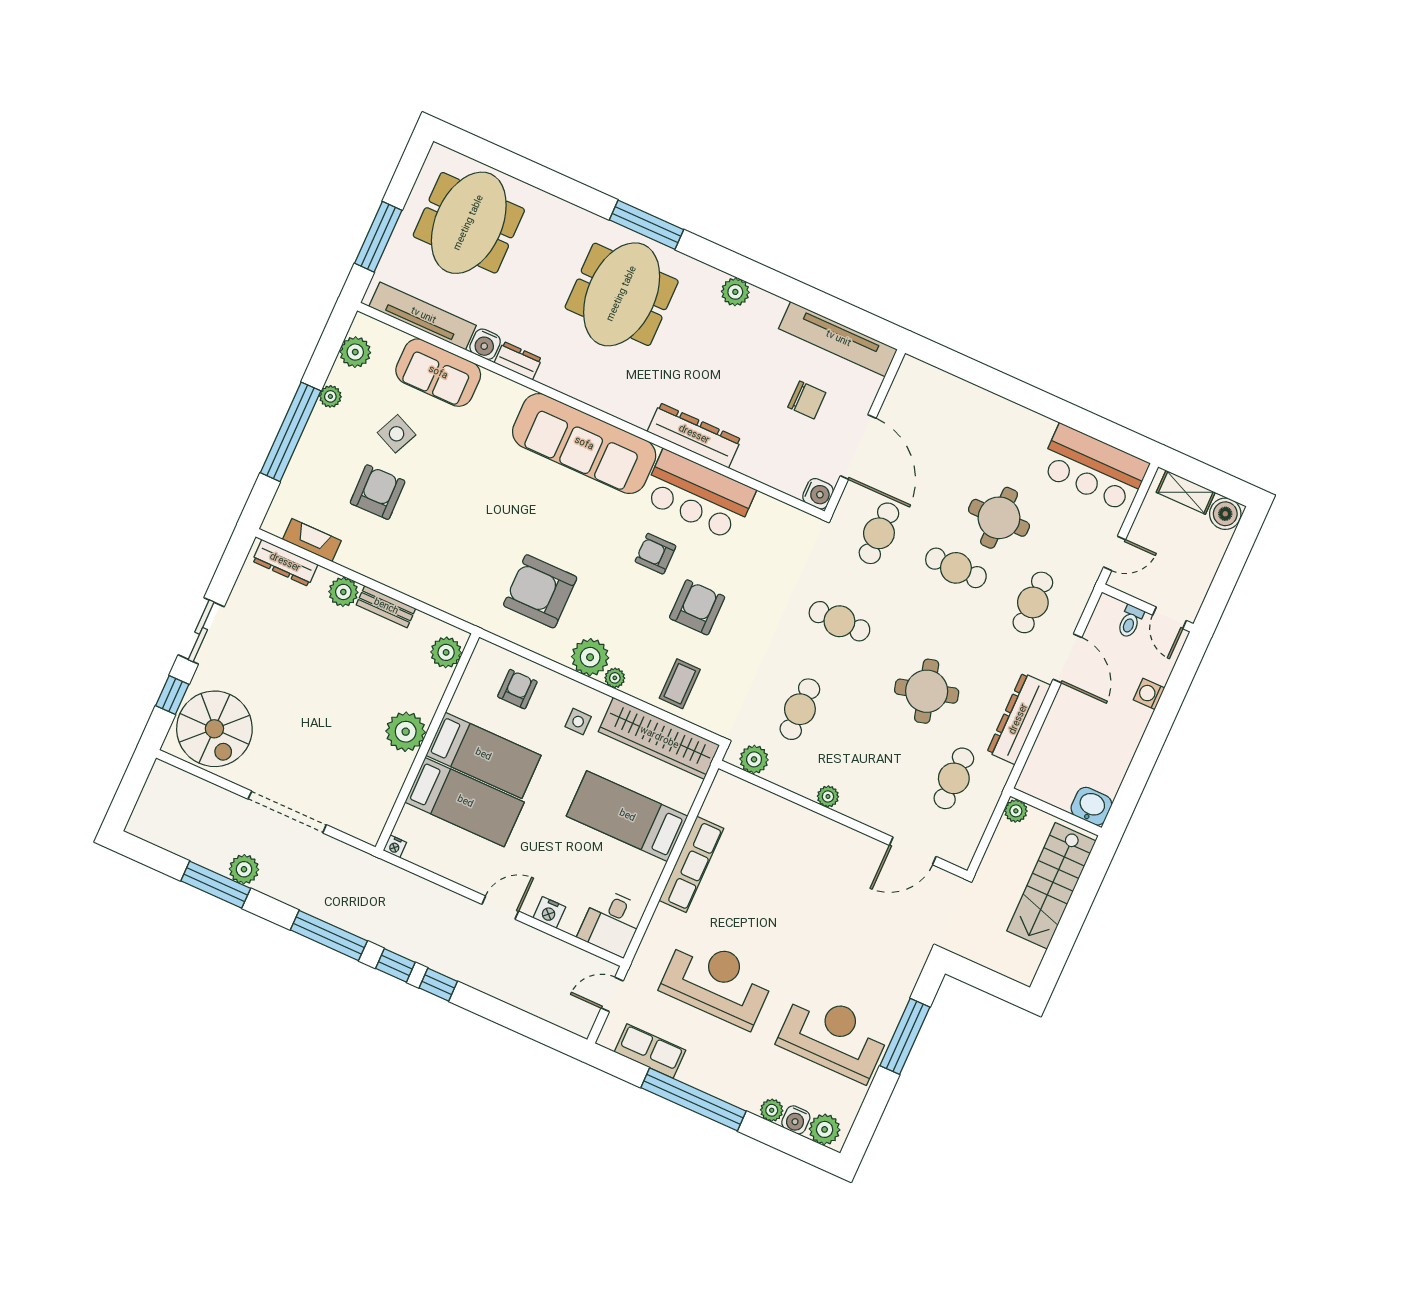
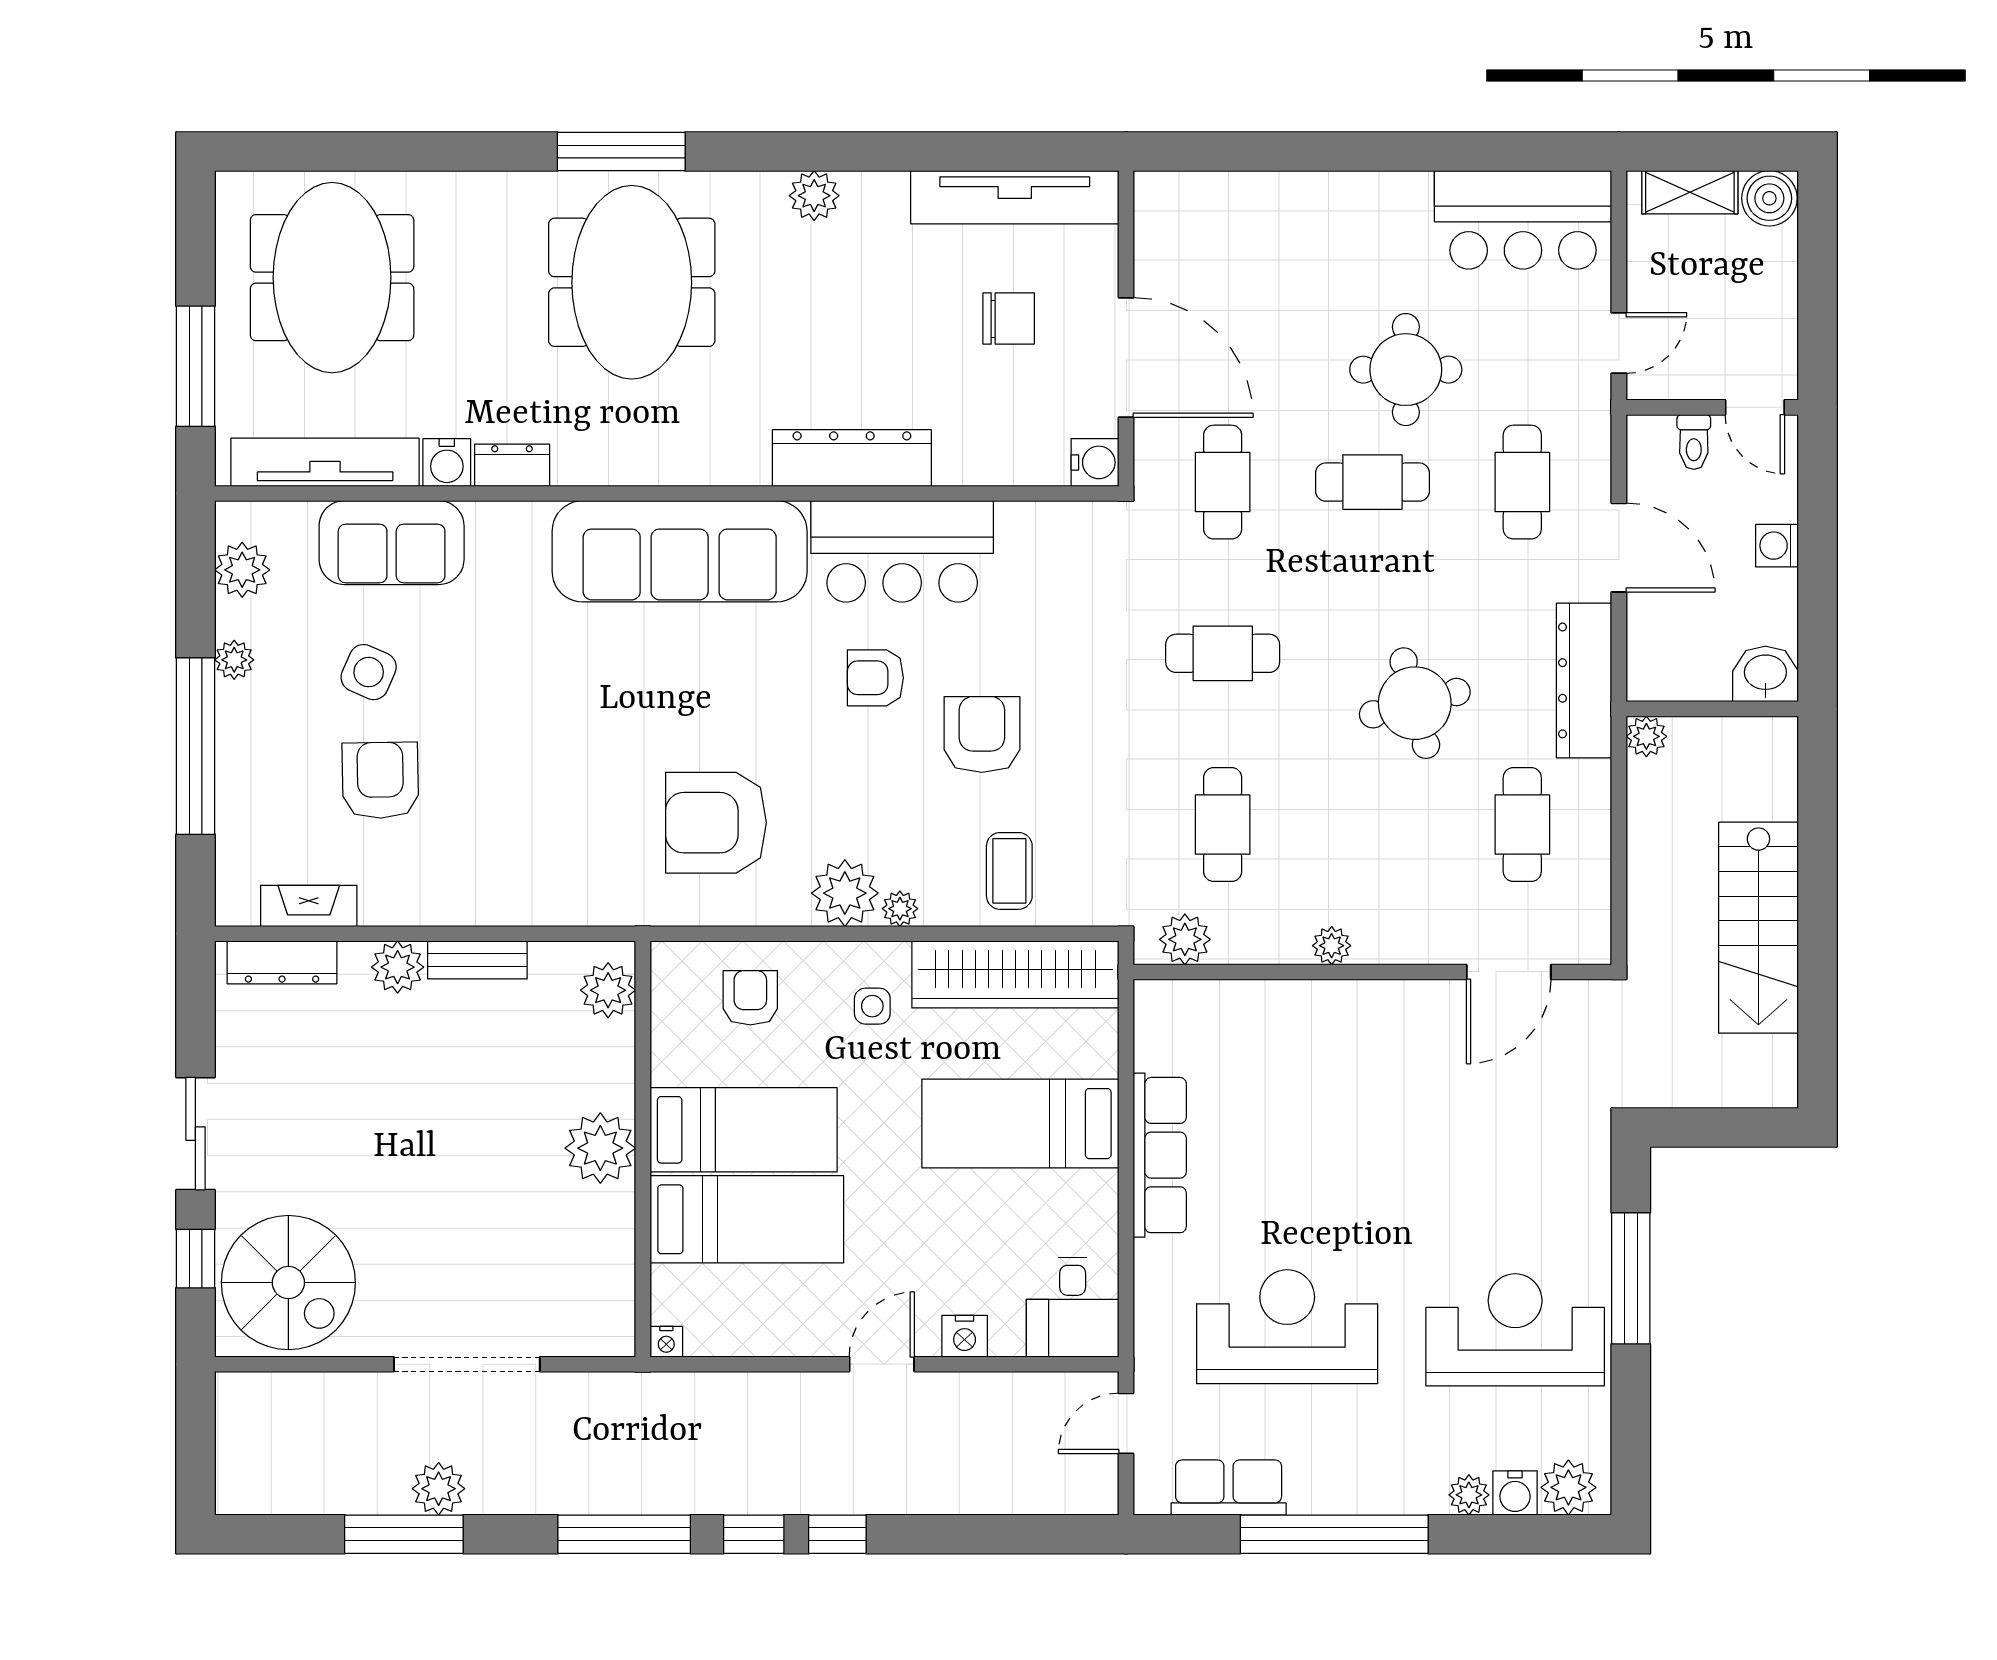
washbasin: (1091, 806) -> (1765, 674), moved
plant: (1016, 811) -> (1646, 736), moved
wall: (1056, 812) -> (1712, 709), moved

